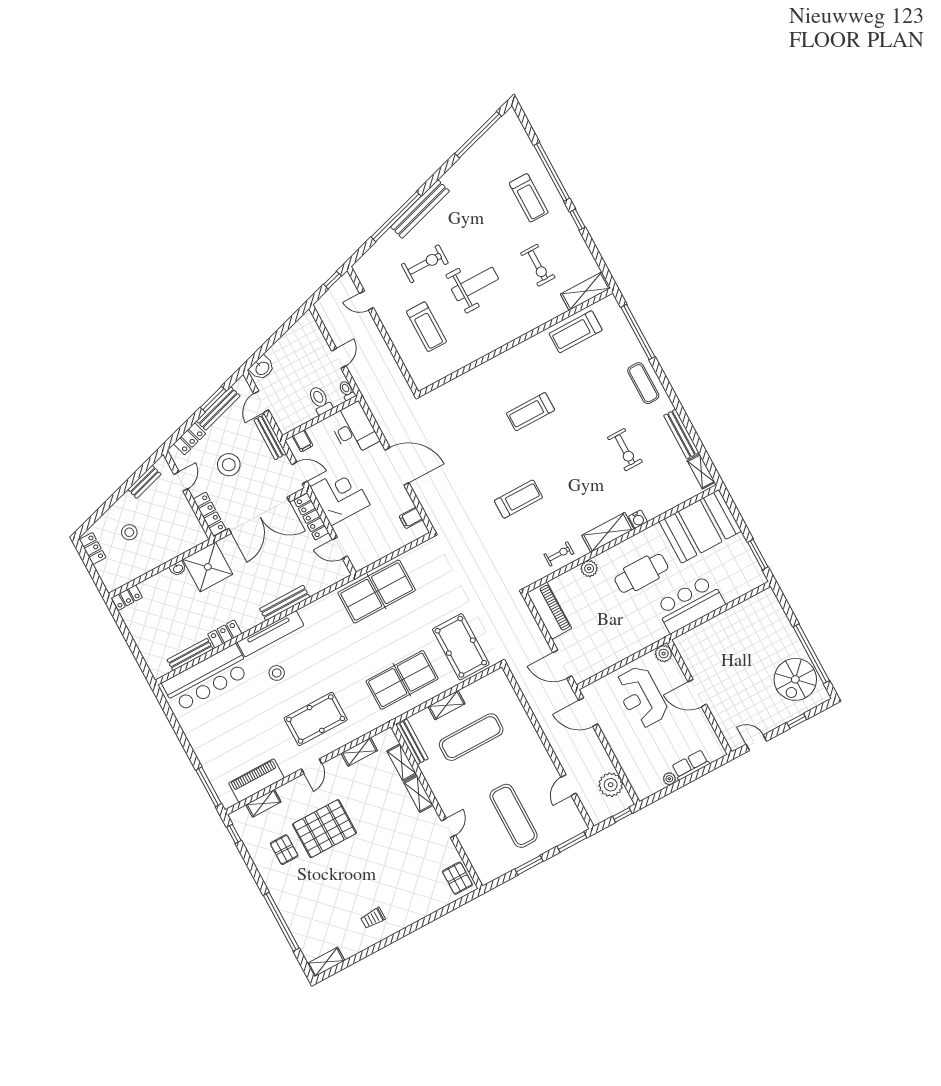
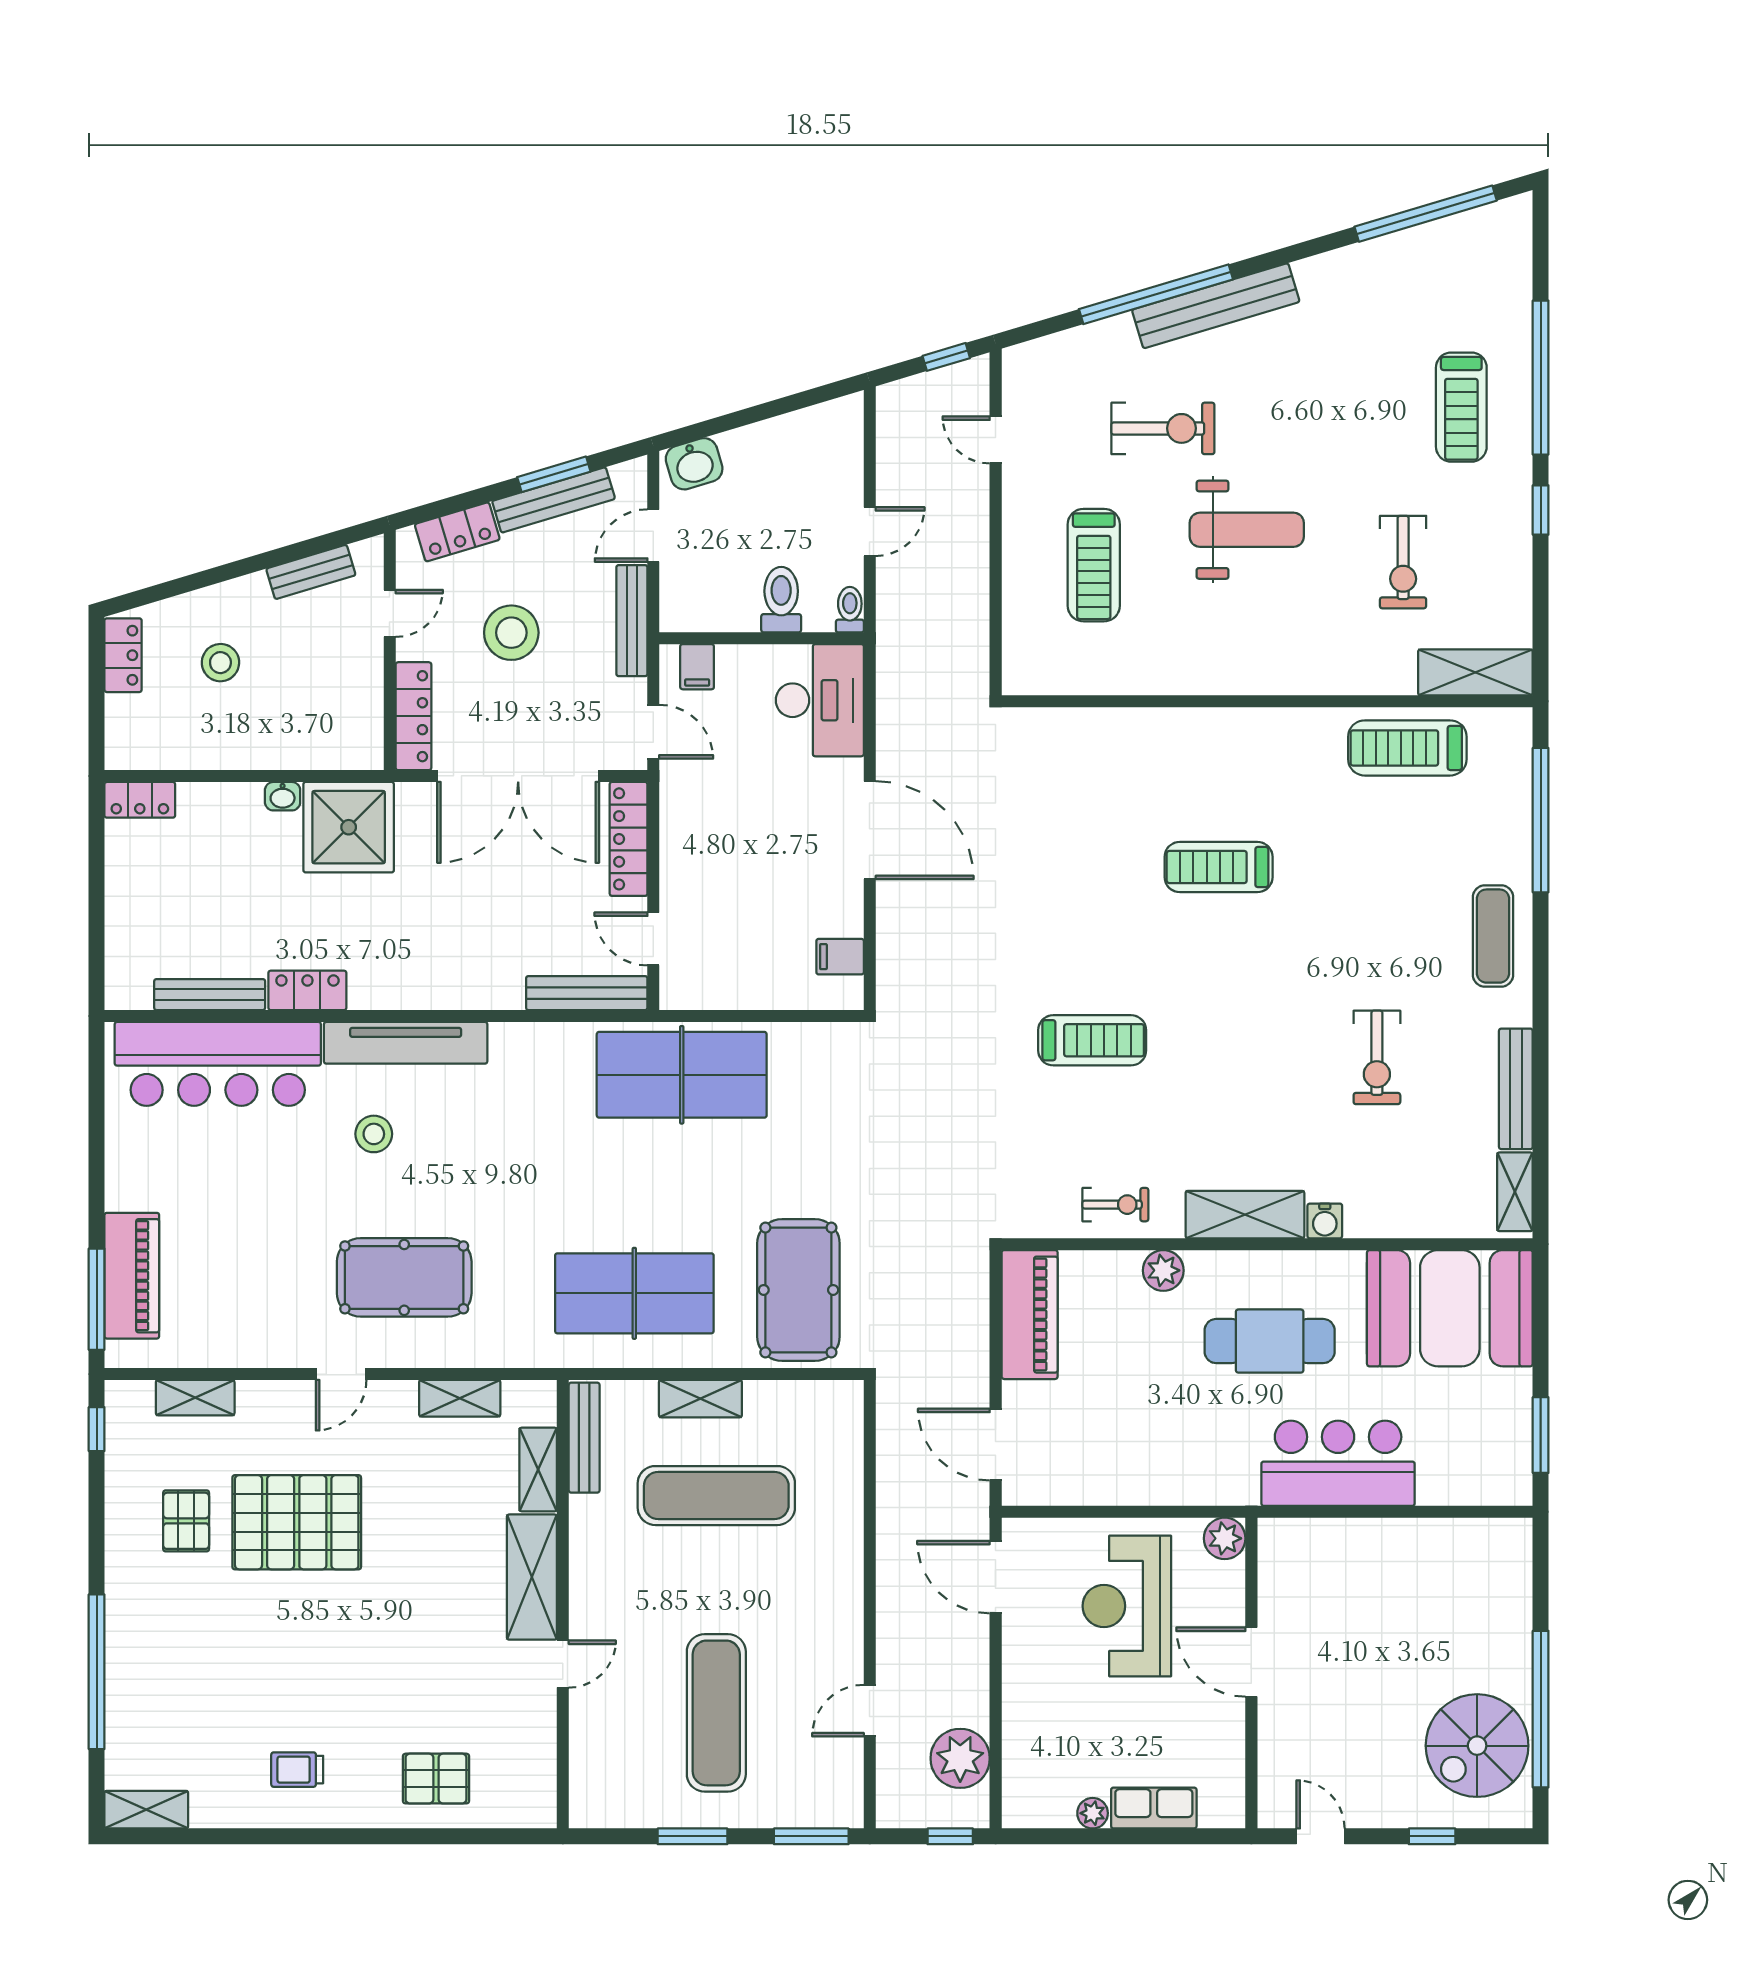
corner desk: (340, 496) -> (714, 828), removed
bench: (285, 603) -> (587, 993), moved
piano: (256, 780) -> (132, 1276), moved, turned 90
shelving: (418, 794) -> (532, 1577), width x1.50, depth x1.33
pallet: (457, 878) -> (436, 1779), moved, turned 90

